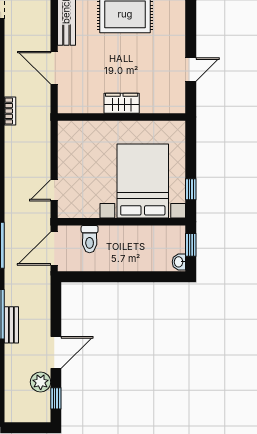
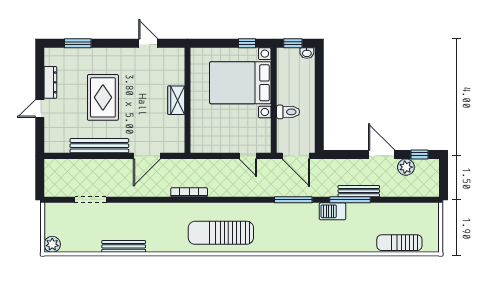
bookcase: (10, 111) -> (189, 192), width x1.56
toilet: (90, 239) -> (288, 112), moved
bench: (11, 325) -> (359, 191), width x1.36

